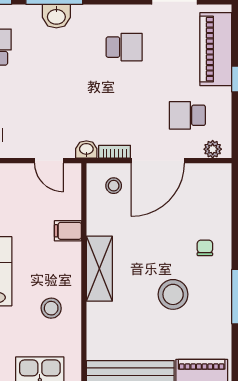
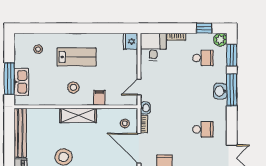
school desk: (124, 47) -> (203, 129), turned -90
stool: (51, 308) -> (73, 87), moved

